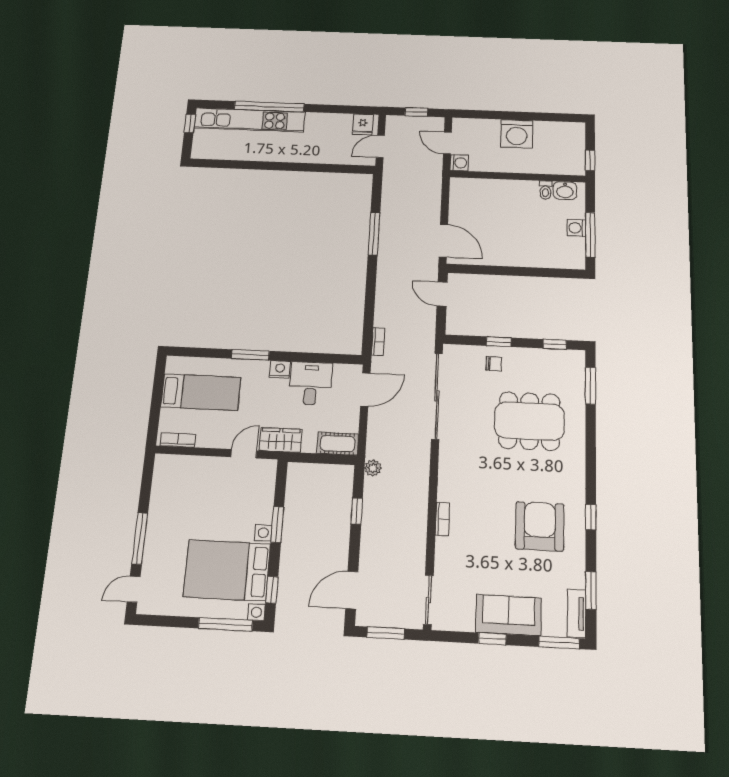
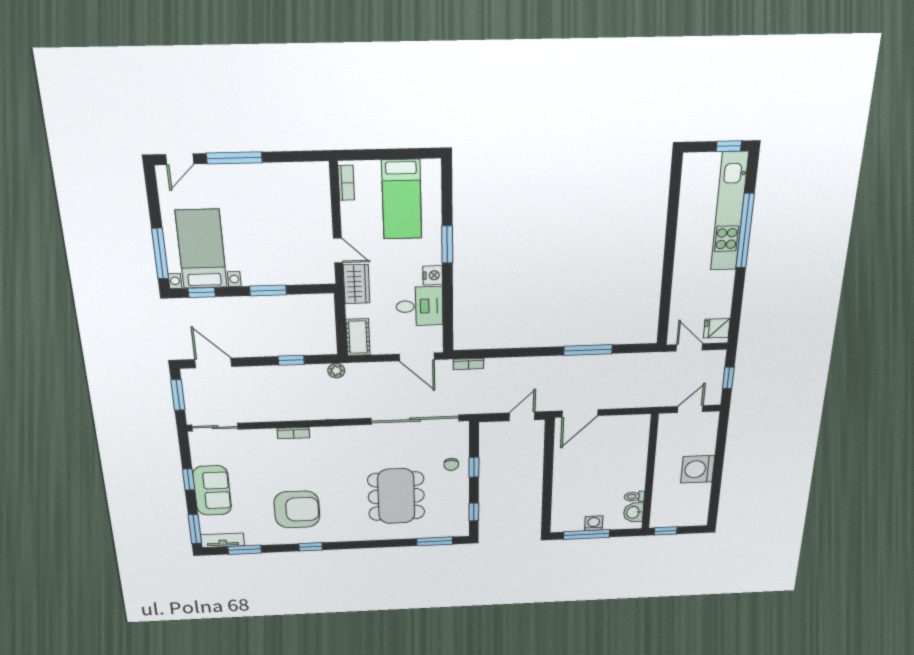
washing machine: (459, 163) -> (667, 421), removed
bed with nightstands: (227, 570) -> (201, 249), width x0.73
door: (134, 589) -> (180, 159), swing flipped

